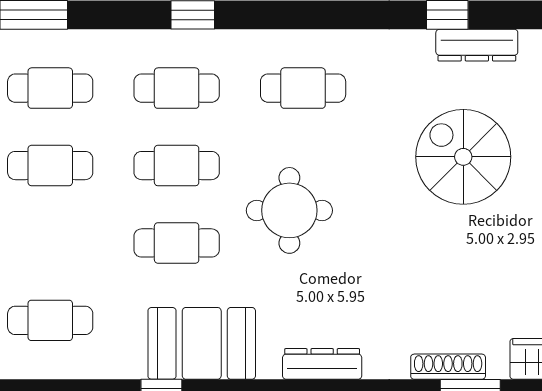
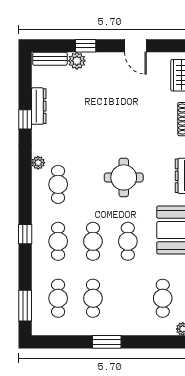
plant: (351, 44) -> (38, 163), added
spiral stairs: (463, 157) -> (89, 112), removed
round table: (289, 210) -> (124, 177), moved

